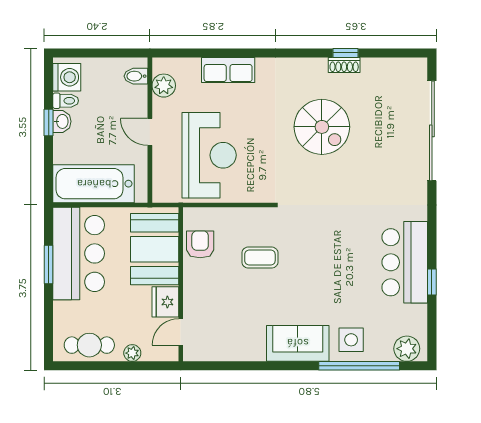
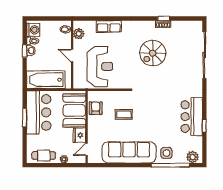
spiral stairs: (322, 127) -> (153, 53), turned 90
sofa: (298, 343) -> (129, 152), width x1.85, depth x1.27

